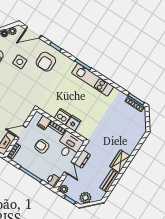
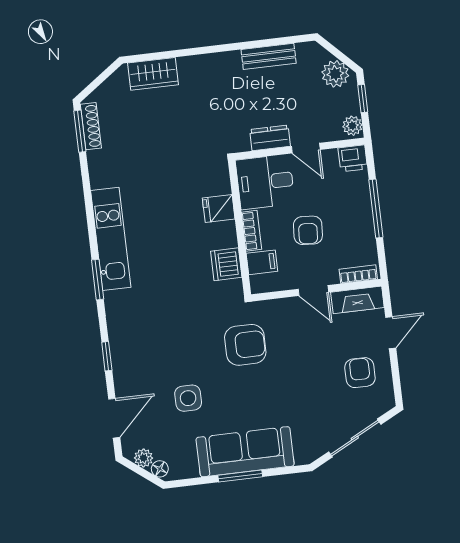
door: (33, 32) -> (114, 418), hinge flipped
armchair: (46, 62) -> (245, 345), moved
dishwasher: (63, 117) -> (226, 264), moved
wardrobe: (120, 161) -> (153, 74), moved
door: (69, 168) -> (306, 148), swing flipped

